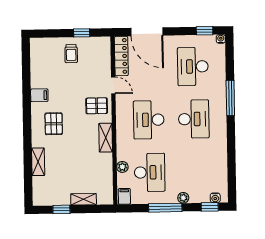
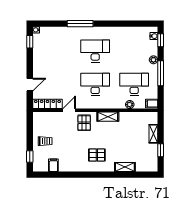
door: (147, 32) -> (30, 85), width x0.53
window: (82, 33) -> (30, 157), moved
desk: (193, 66) -> (56, 51), removed
filing cabinet: (39, 95) -> (53, 165), moved
desk: (149, 120) -> (95, 84), turned 180

